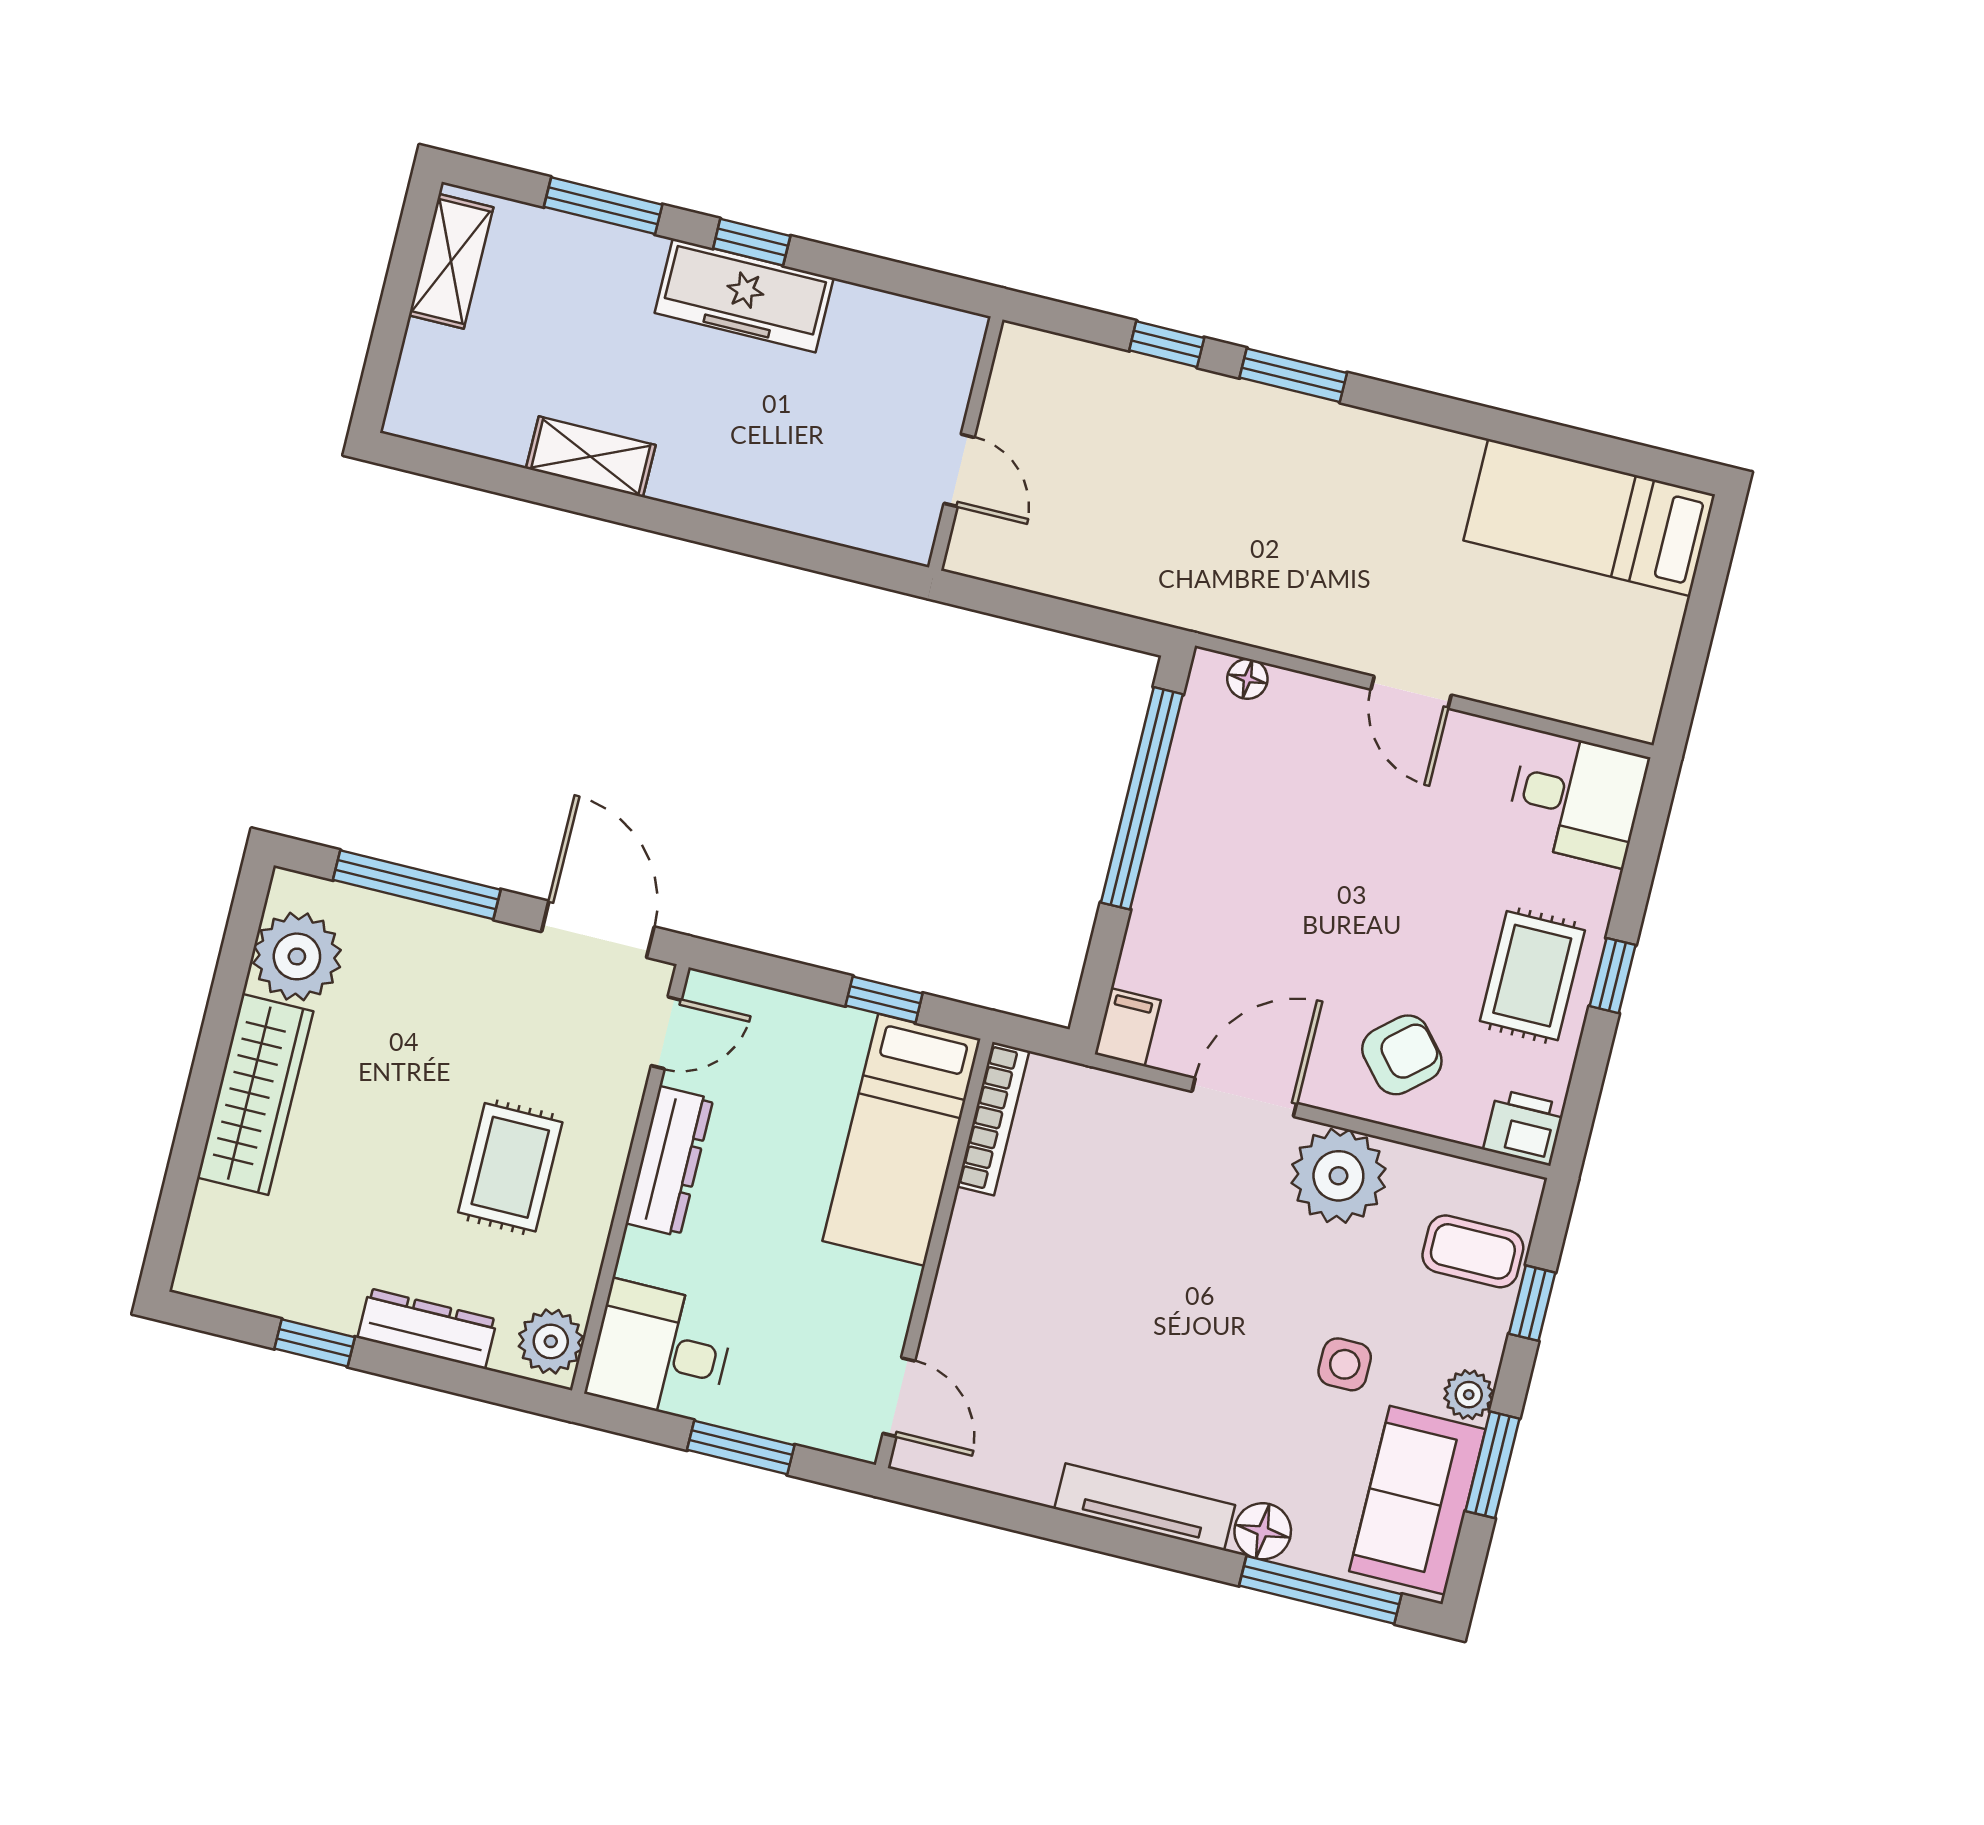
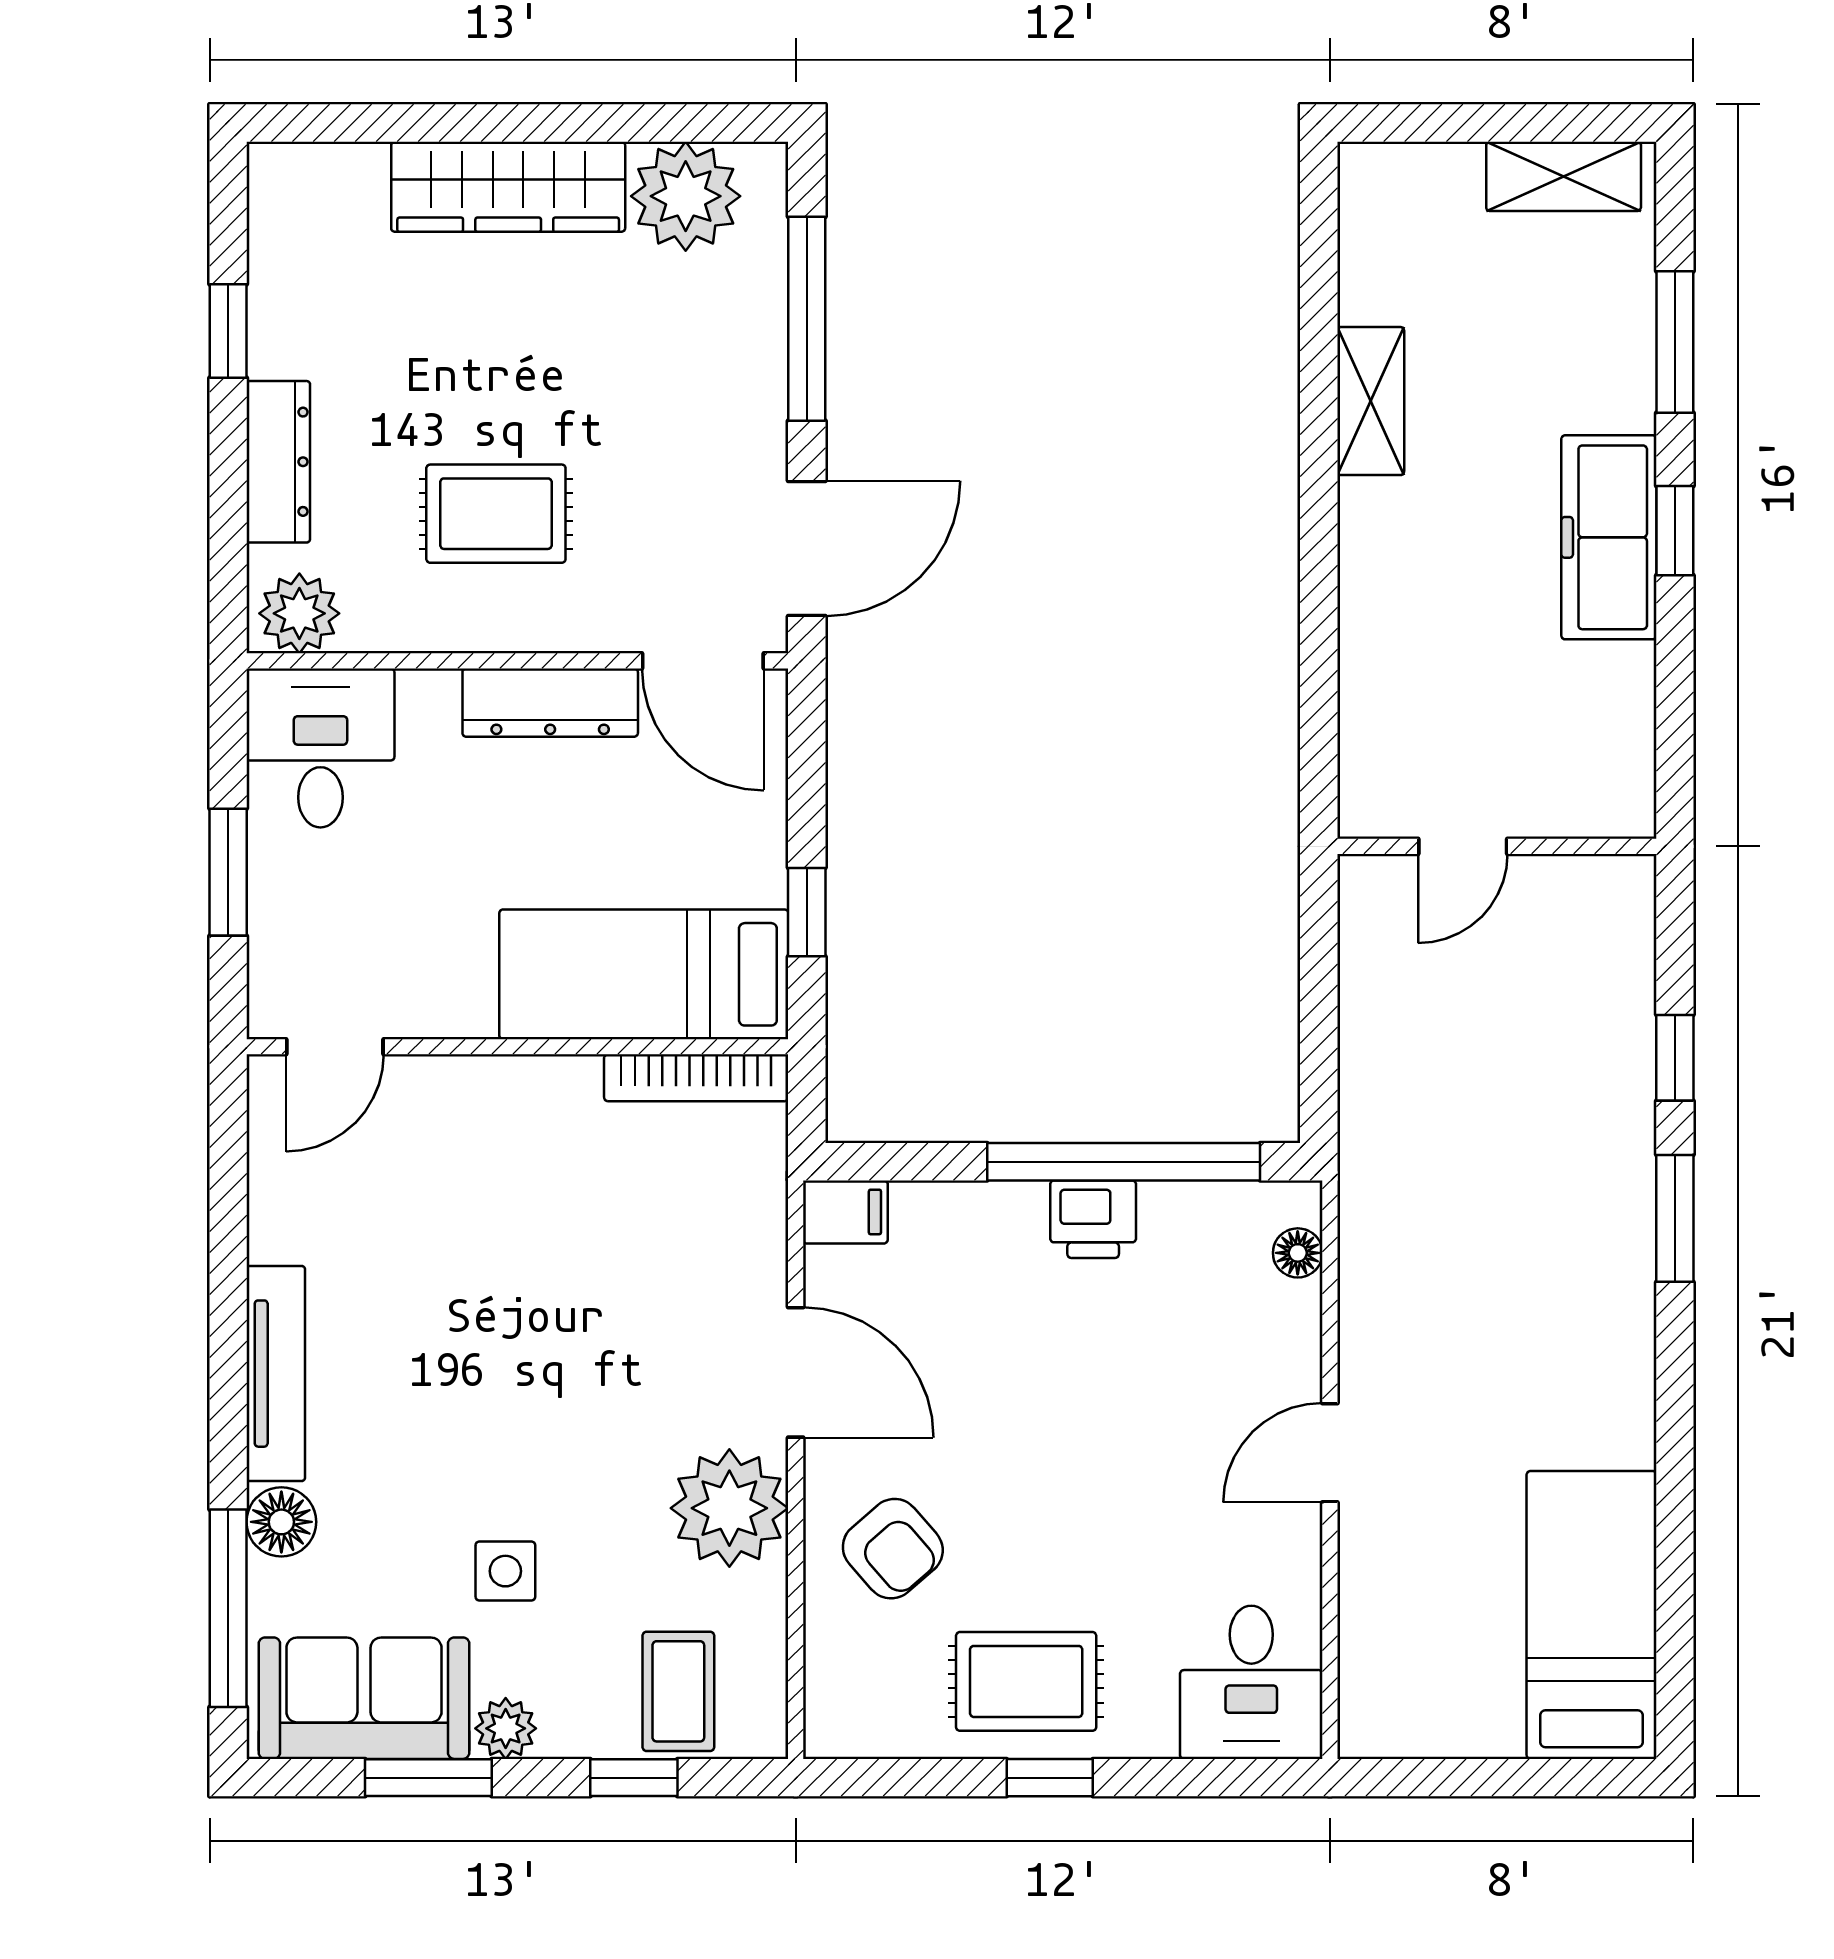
door: (666, 1033) -> (703, 661), width x1.38
printer: (1524, 1127) -> (1093, 1219), moved, turned 90

